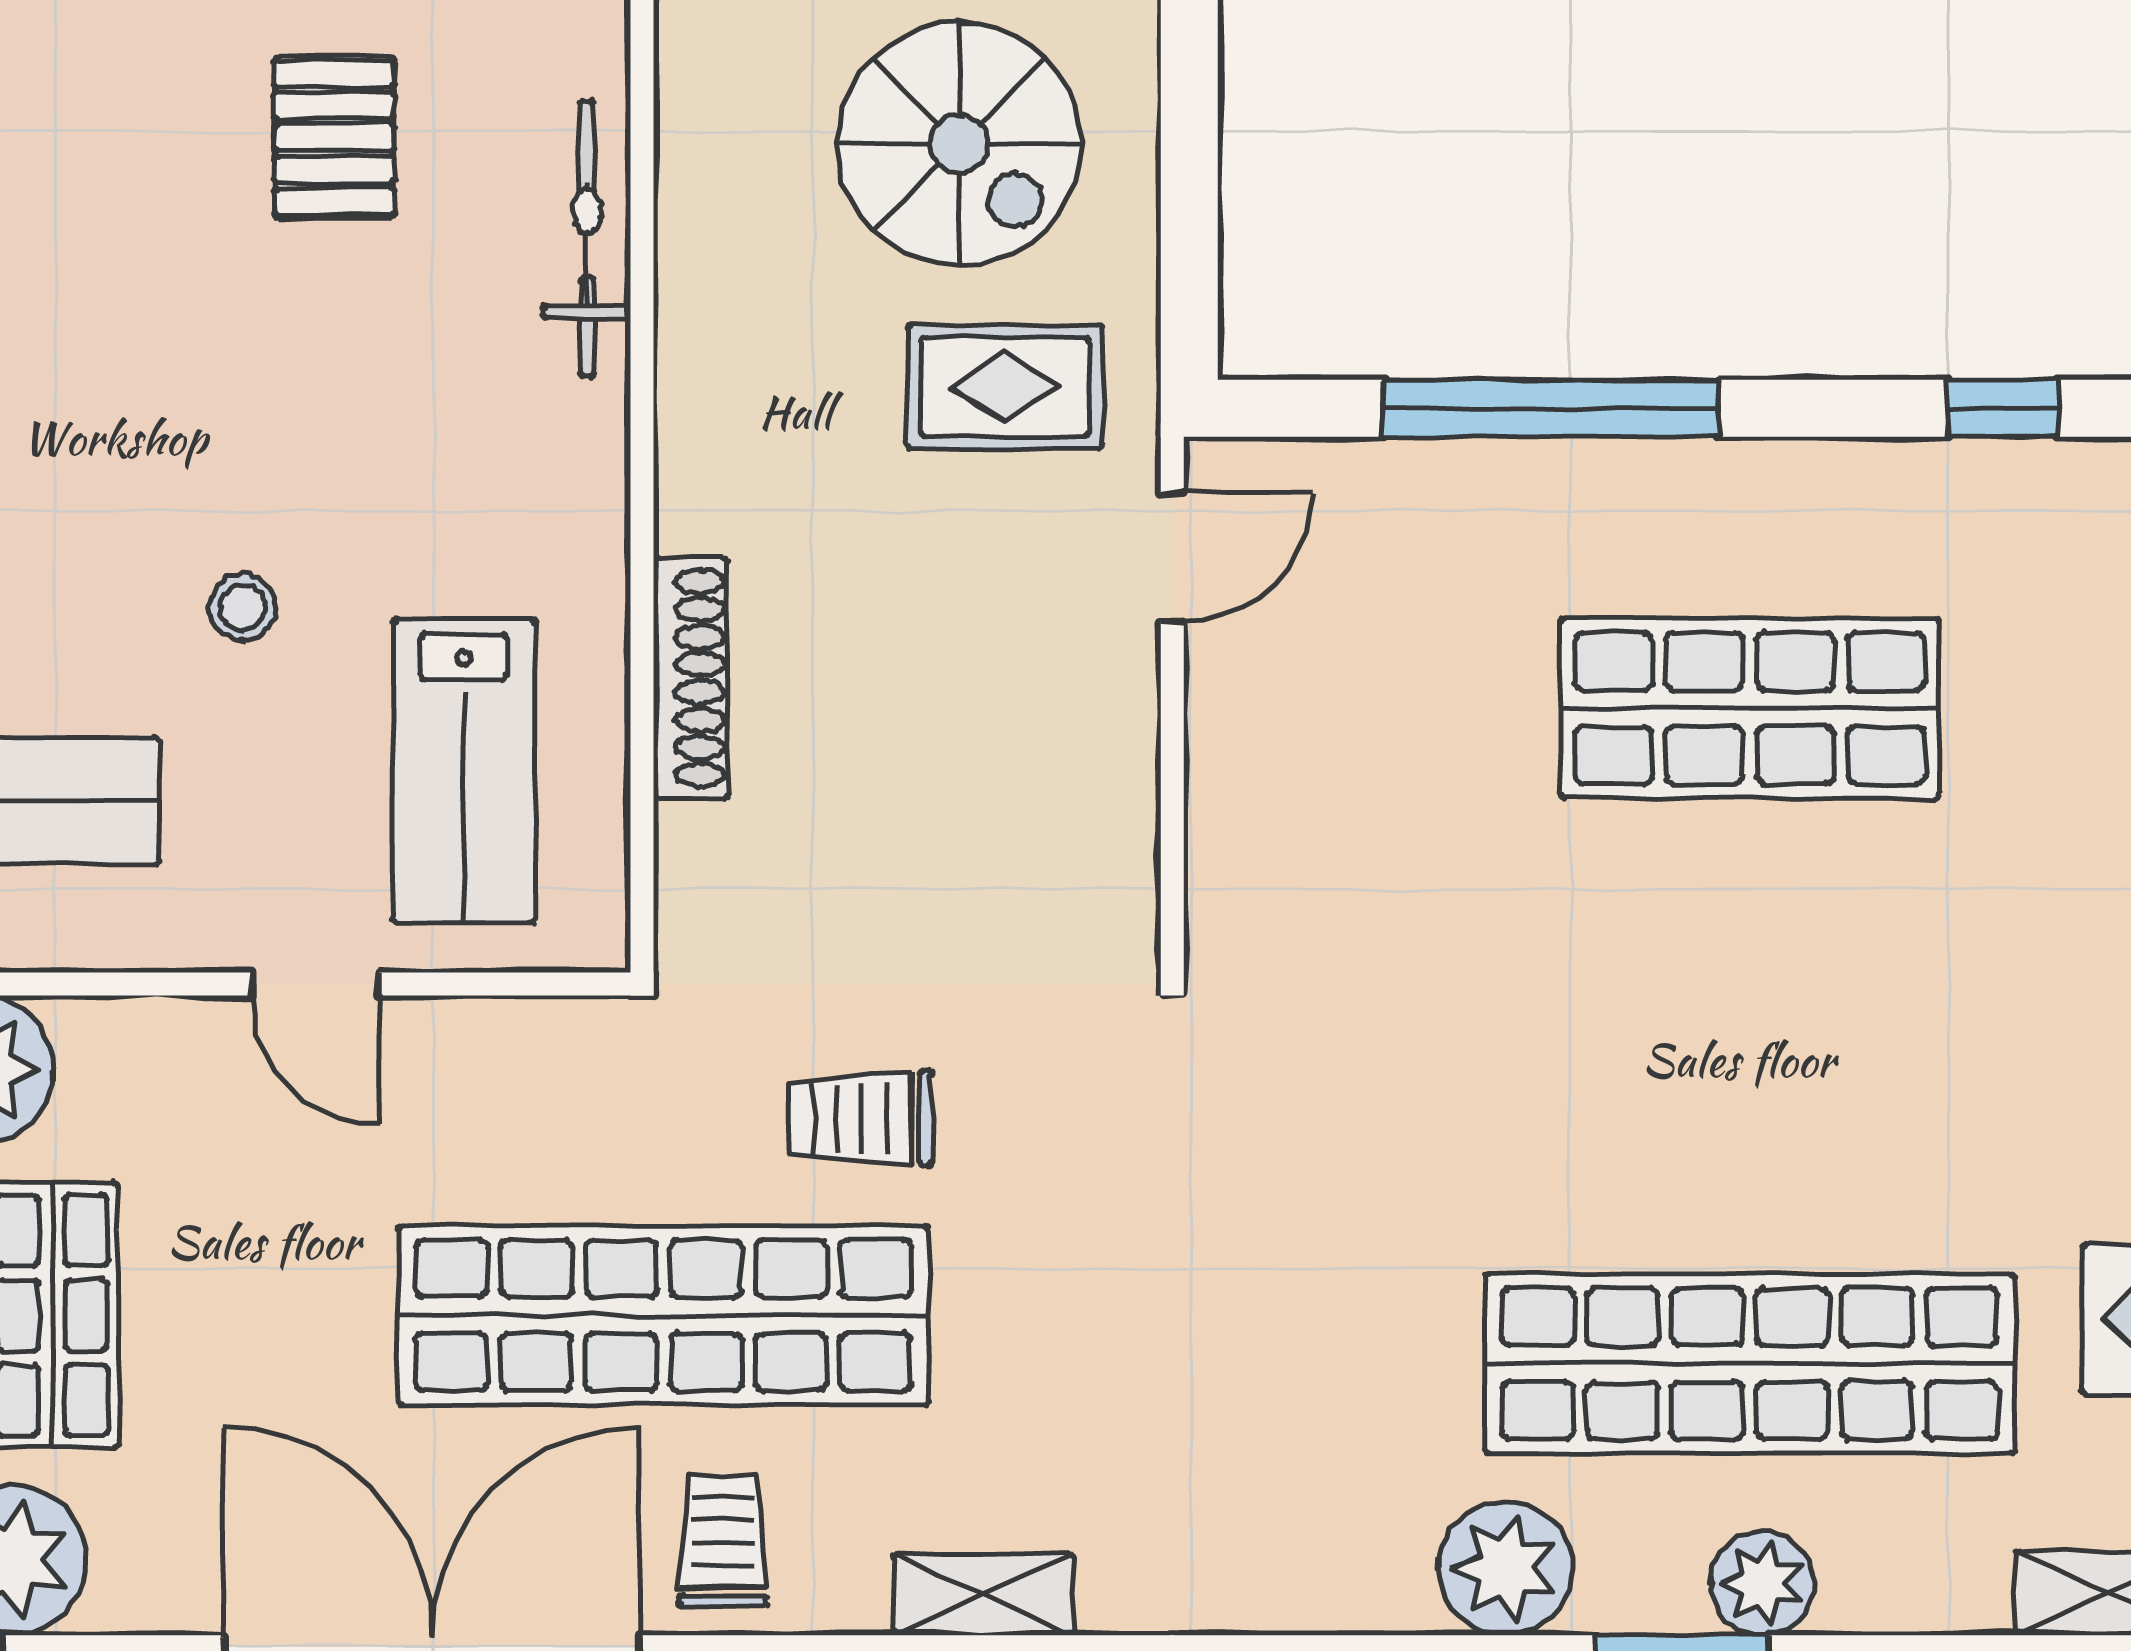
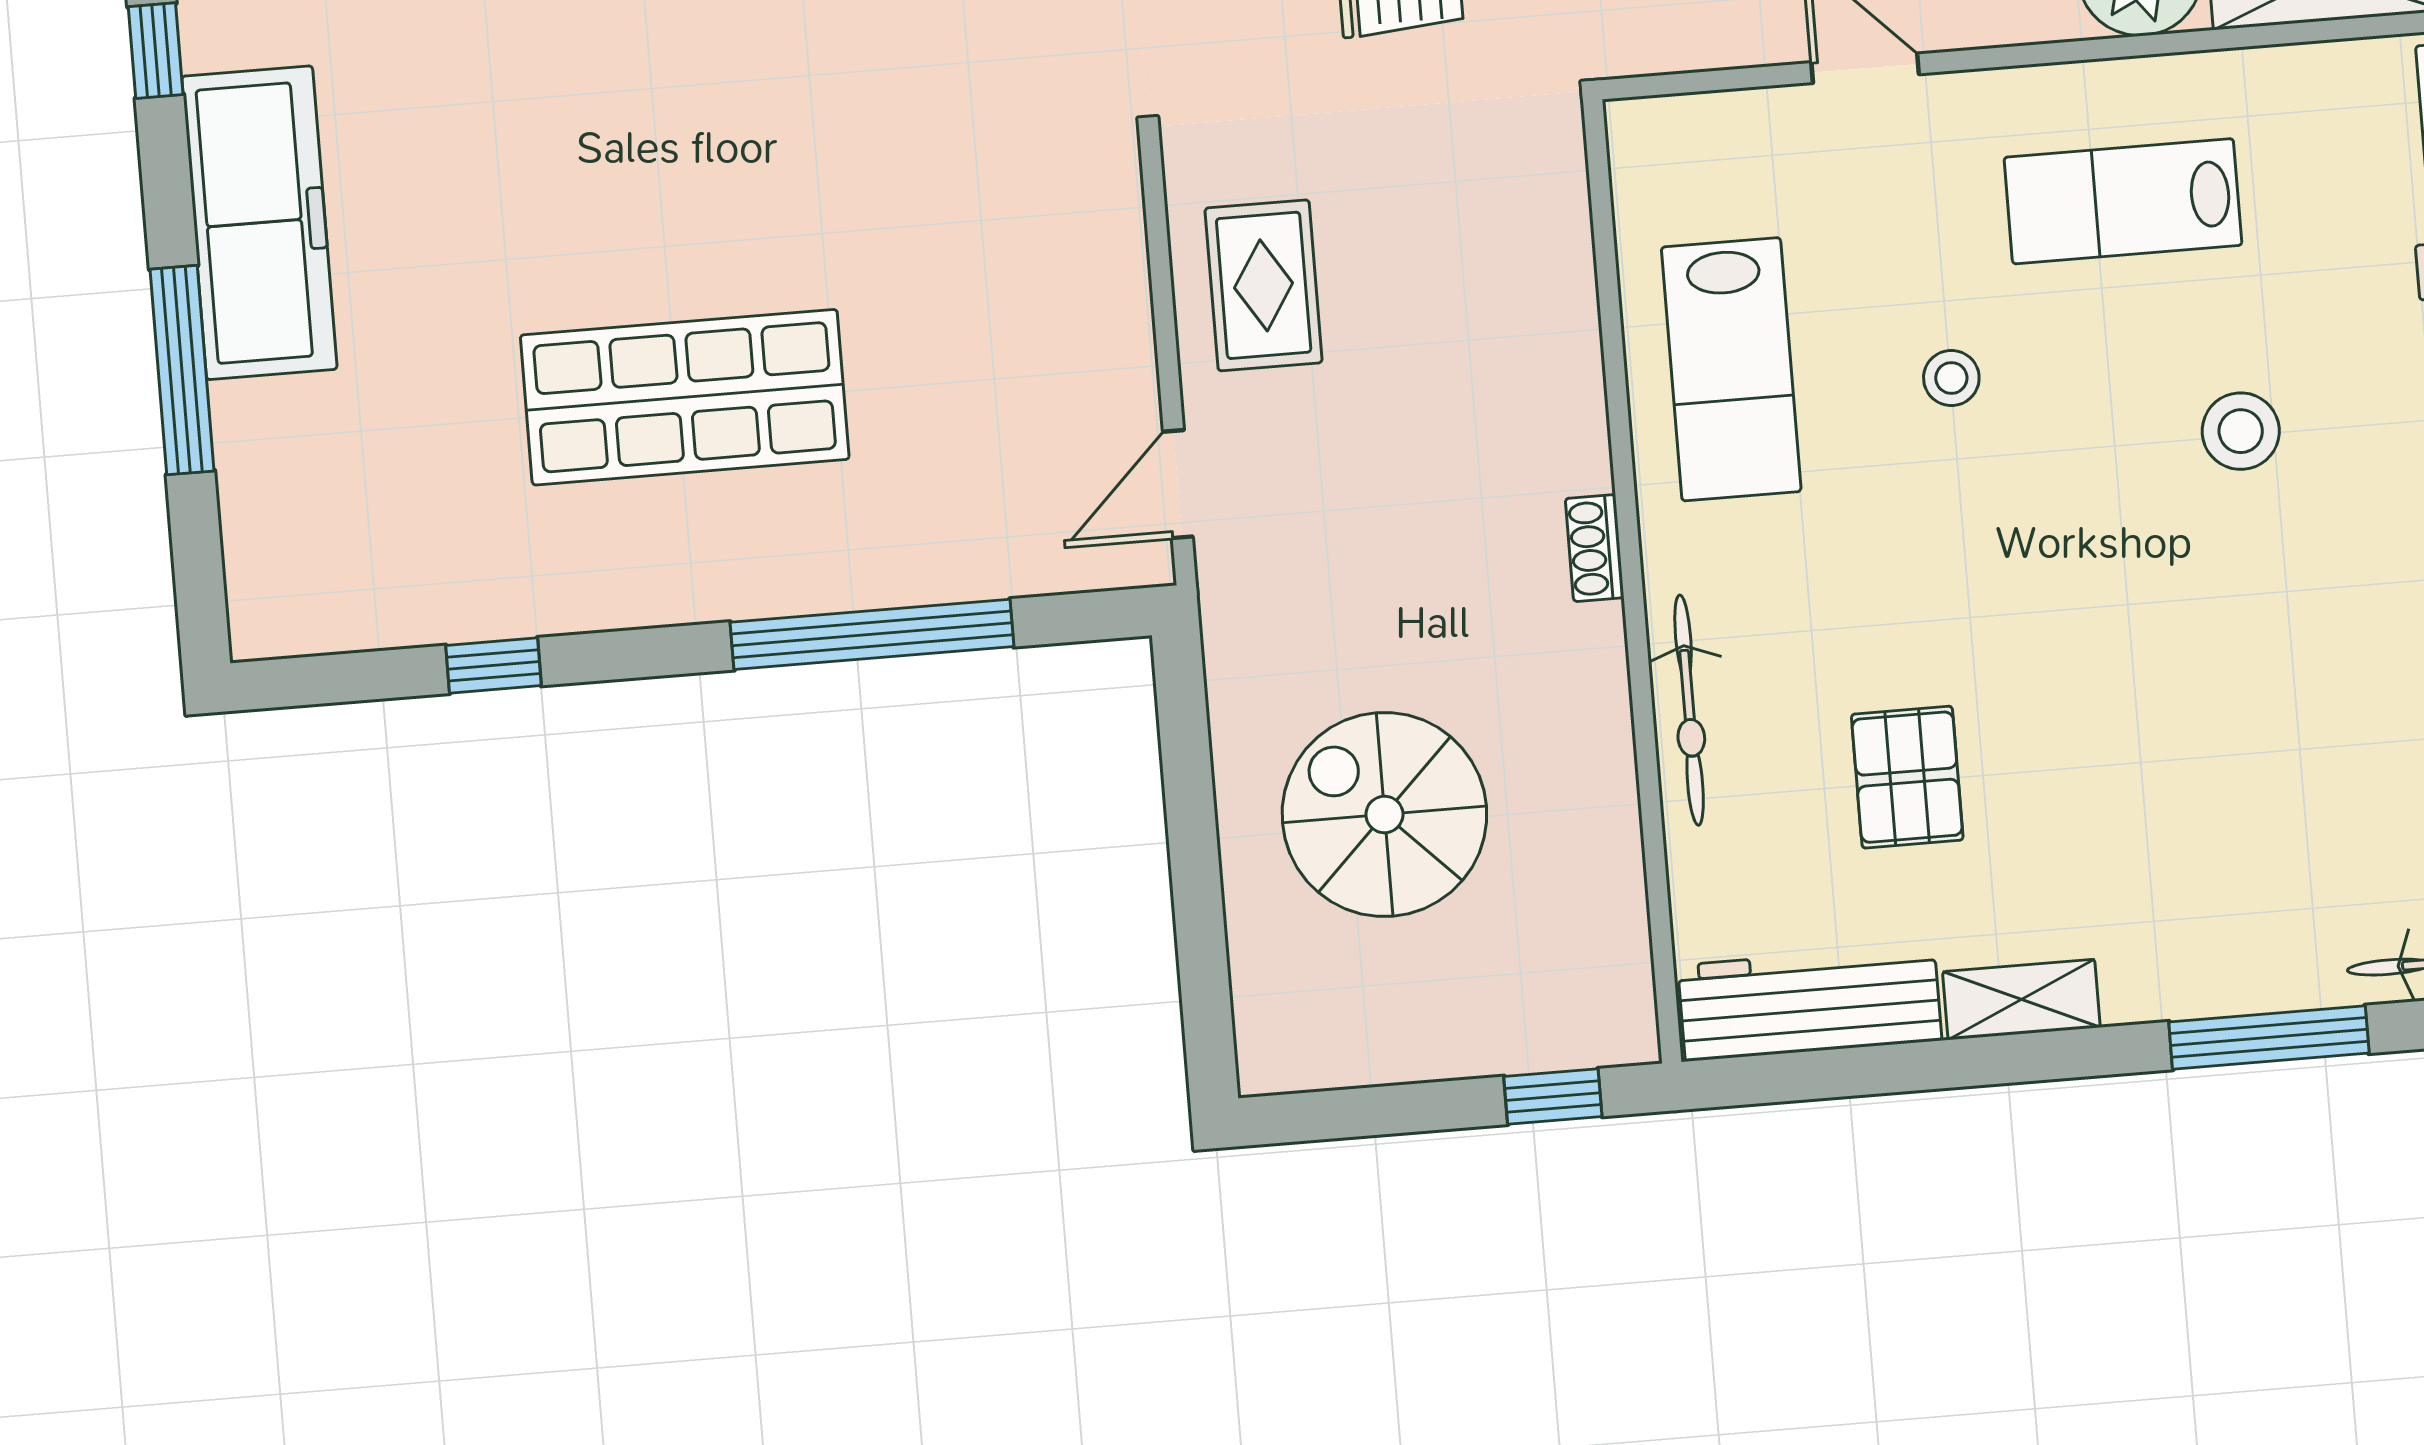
rug: (1005, 387) -> (1264, 285), moved, turned 90
shoe rack: (690, 678) -> (1595, 548), moved, width x0.51, depth x0.81
lab bench: (464, 771) -> (1731, 369), moved, turned 180

